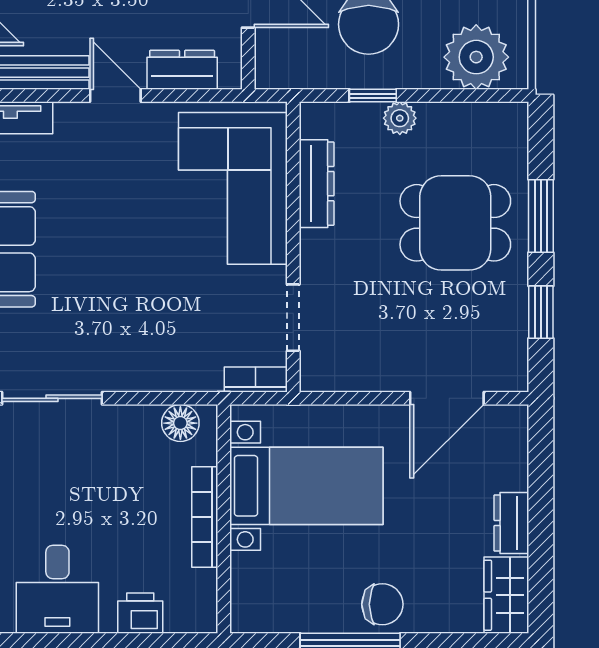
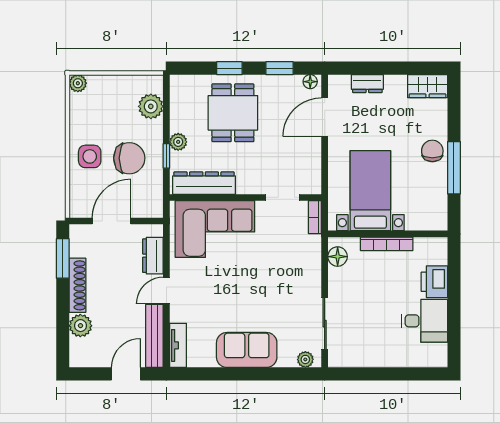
plant: (476, 57) -> (151, 106), width x0.73, depth x0.73
dresser: (317, 184) -> (204, 183), width x1.37, depth x1.24
window: (541, 216) -> (229, 68), width x0.67
floor lamp: (515, 371) -> (310, 82), added
door: (447, 398) -> (325, 117), swing flipped
dresser: (511, 523) -> (367, 84), moved
printer: (140, 613) -> (434, 282), width x1.36, depth x1.24

